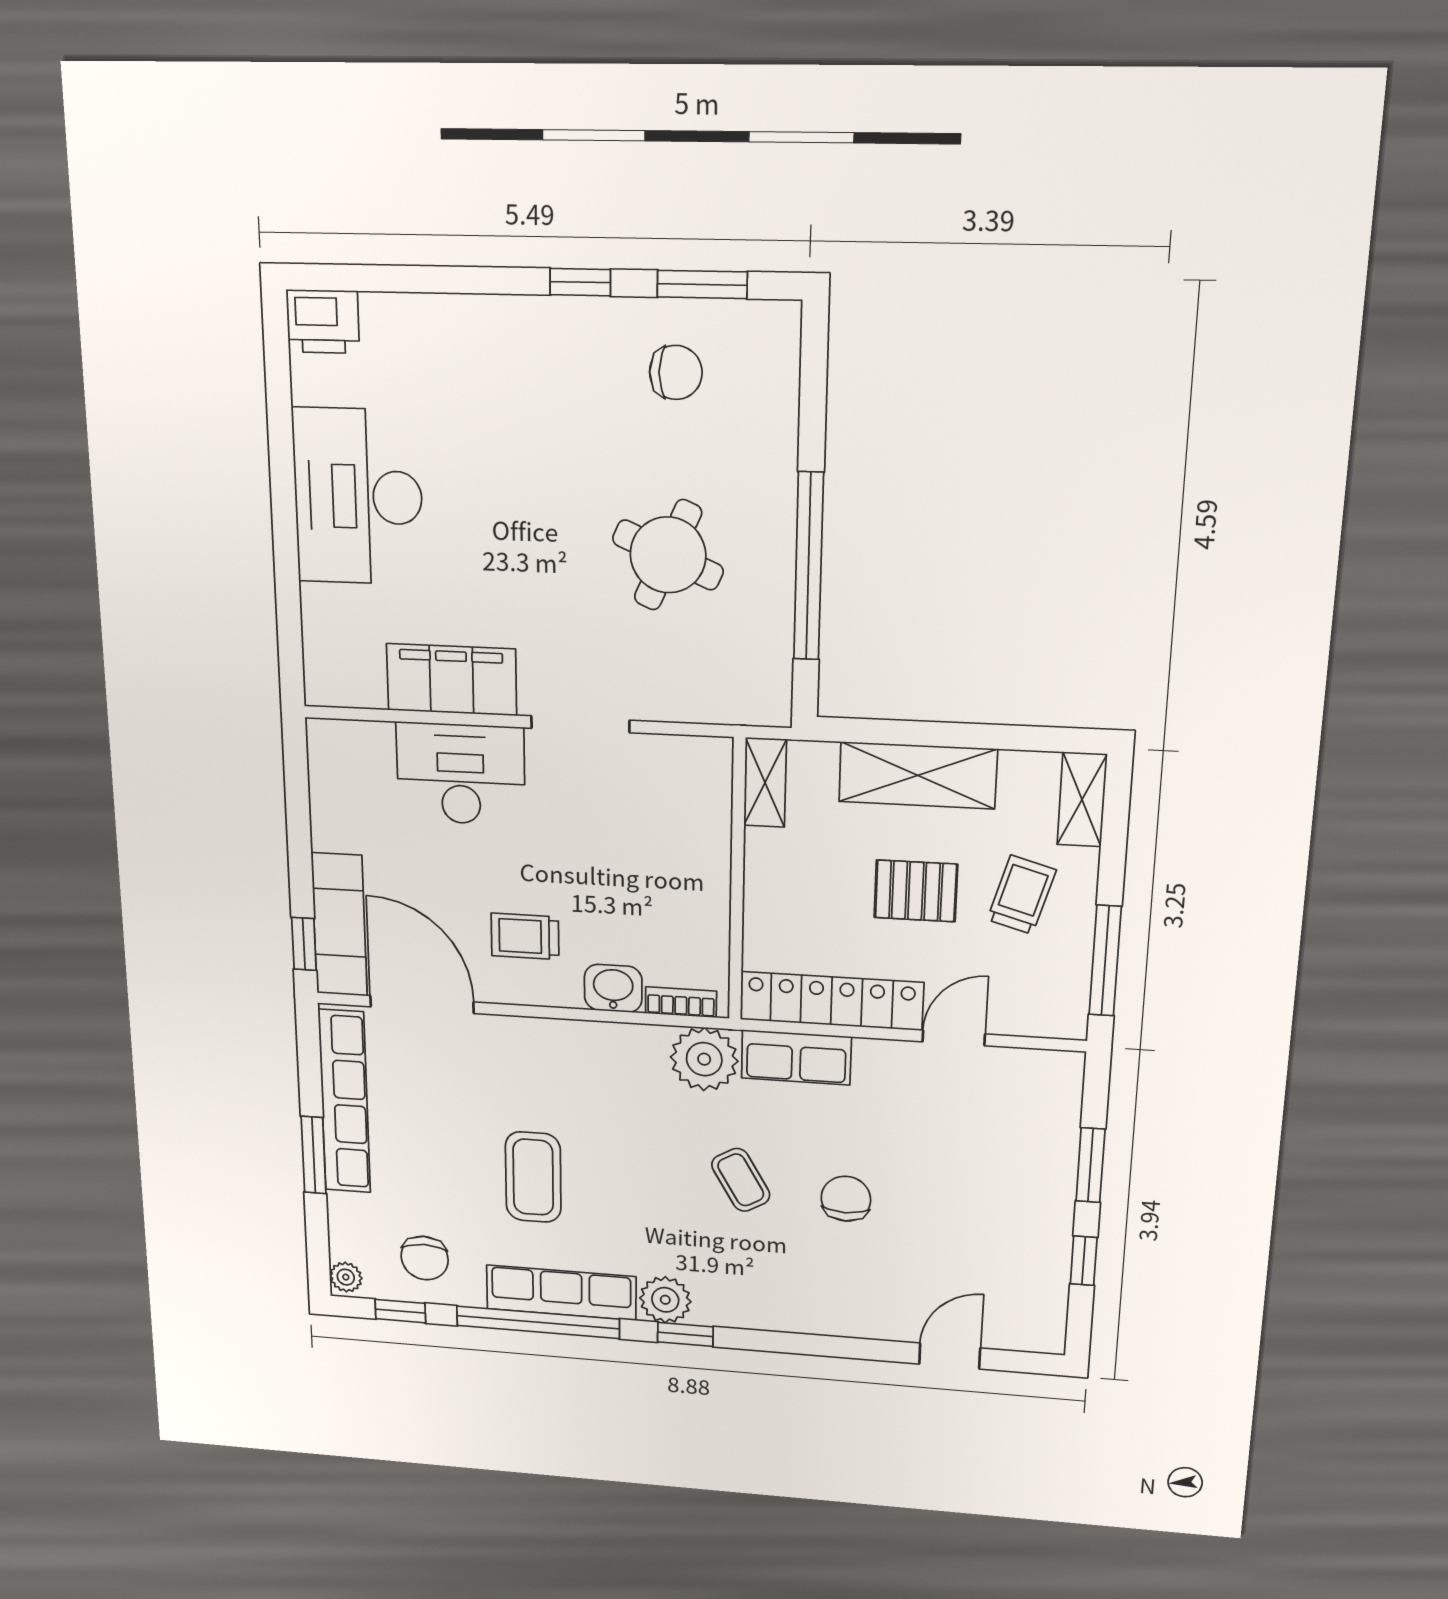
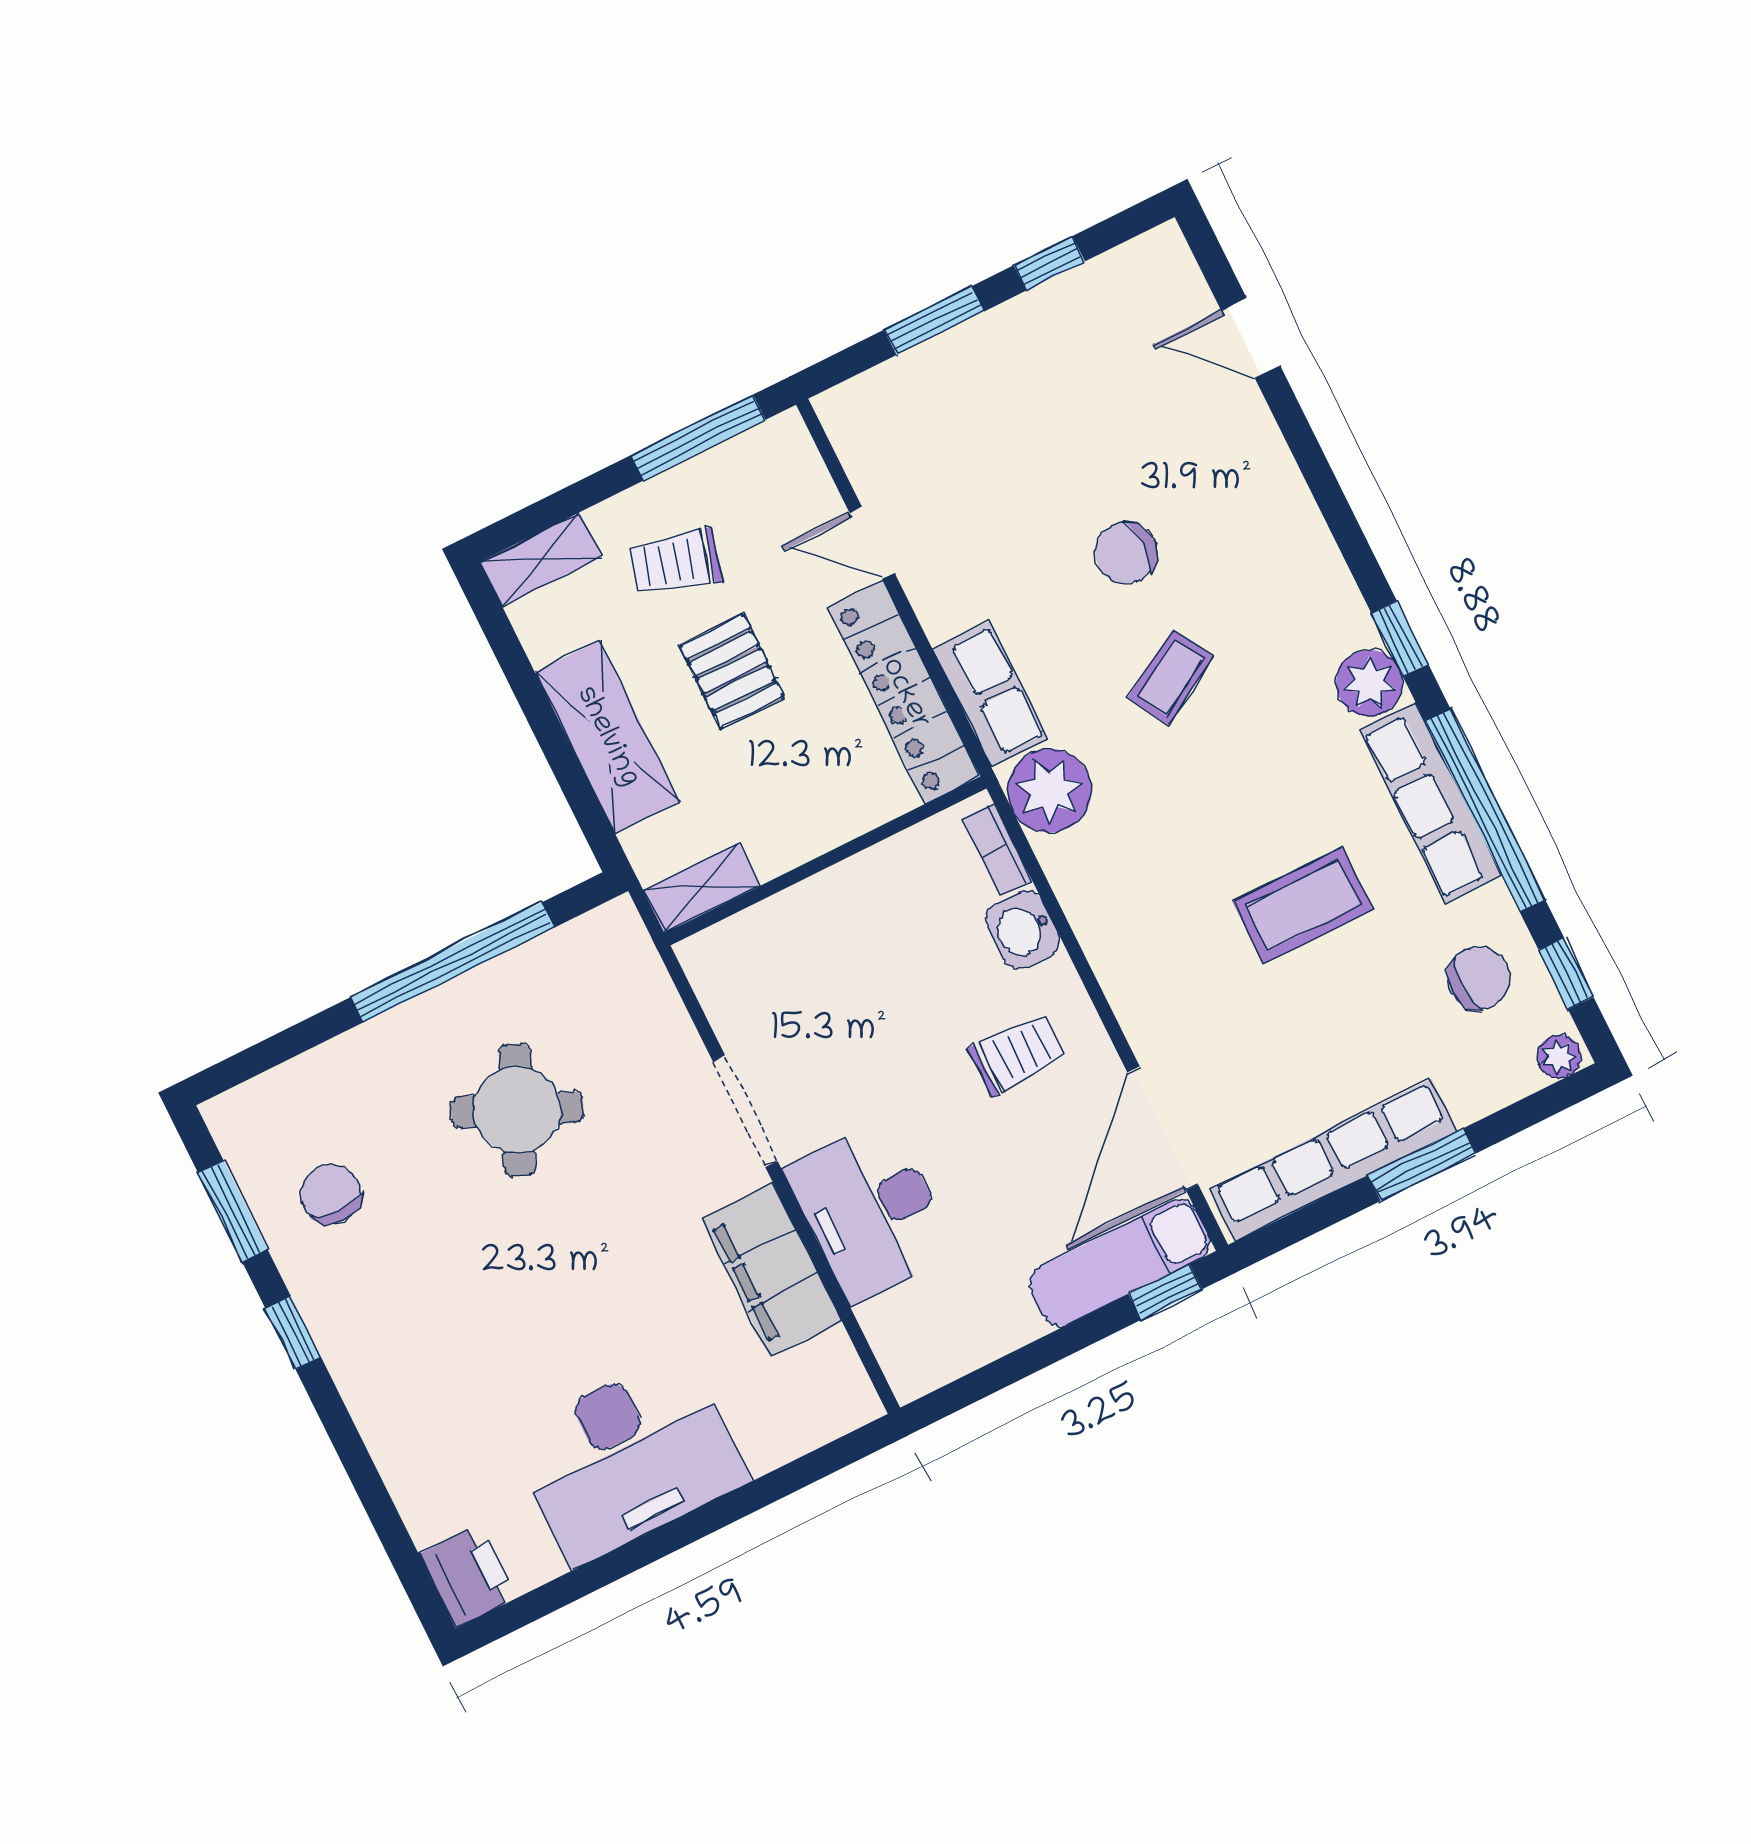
trolley: (525, 936) -> (1017, 1054), turned -90

